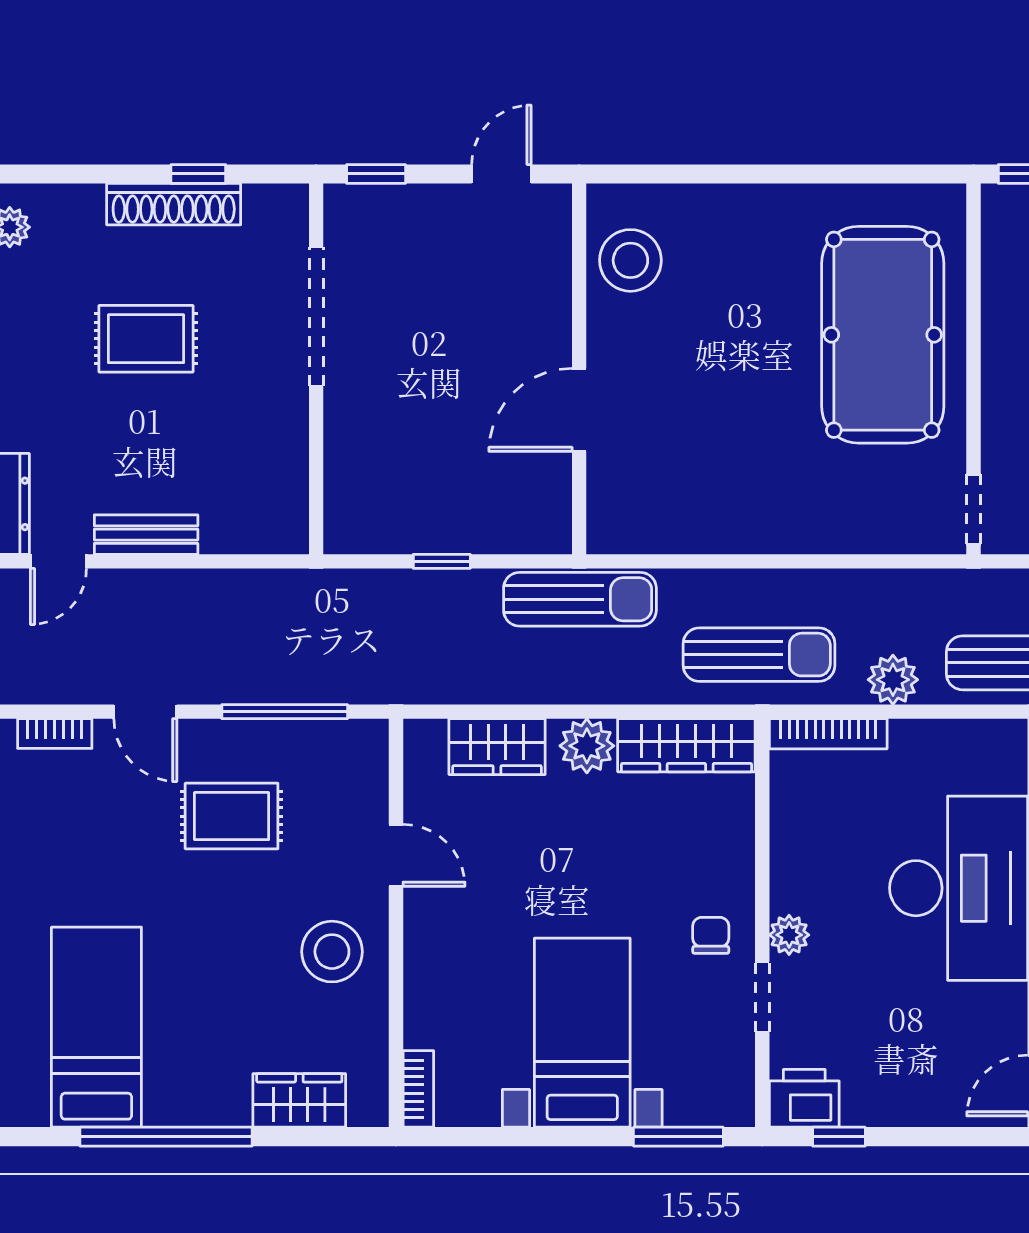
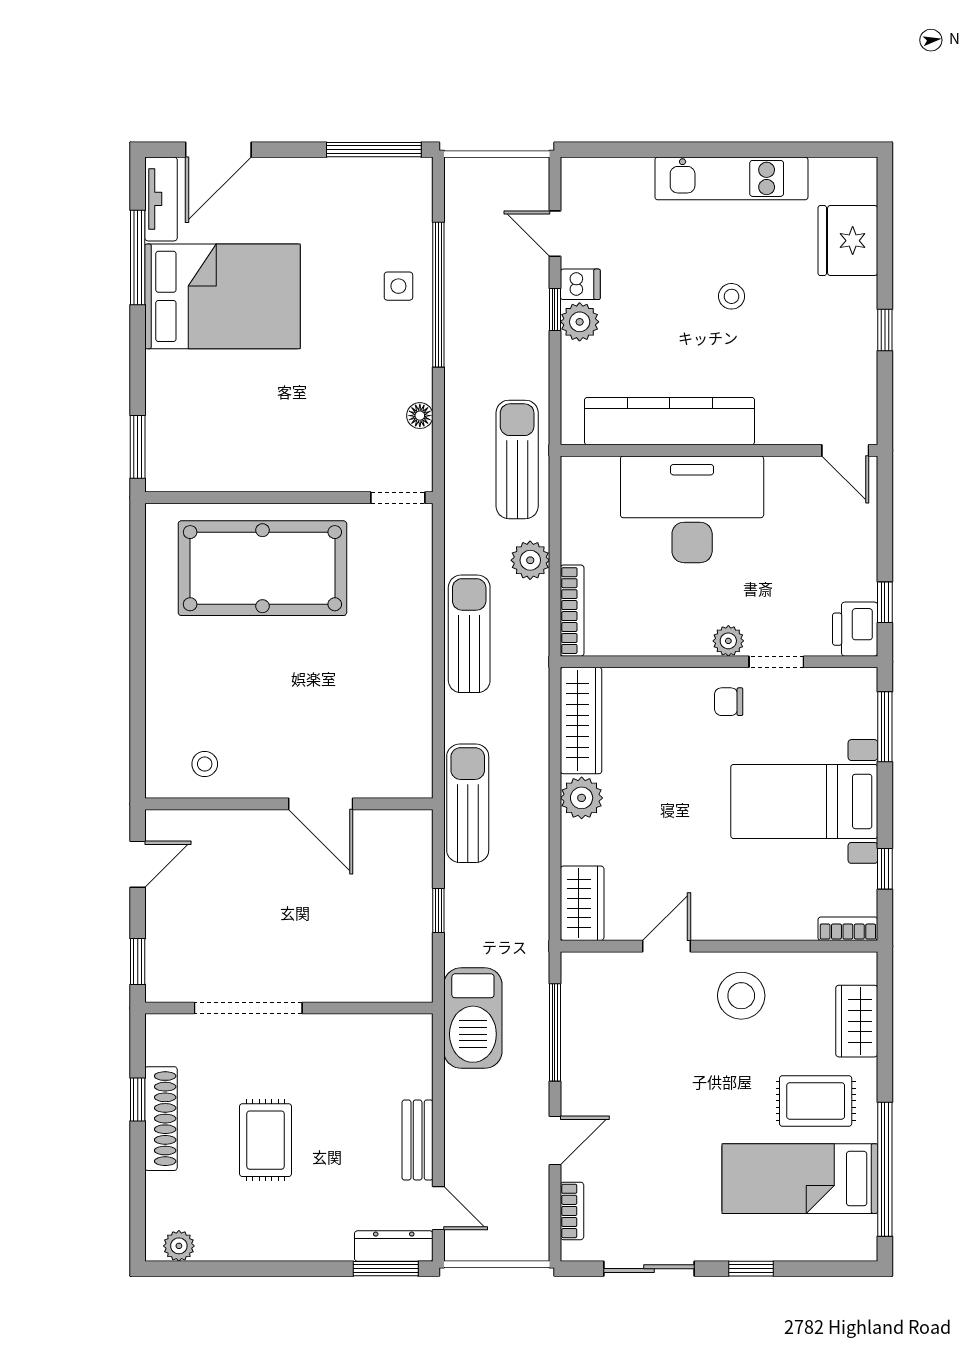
door: (501, 174) -> (138, 864), swing flipped
stool: (630, 260) -> (205, 764), width x0.53, depth x0.53
barbecue: (303, 606) -> (473, 1018), added
sun lounger: (759, 655) -> (469, 634), moved
wardrobe: (497, 747) -> (582, 903), moved
rug: (232, 816) -> (816, 1101), moved, turned 90
window: (166, 1137) -> (885, 1169), moved
window: (496, 1137) -> (885, 869), added

